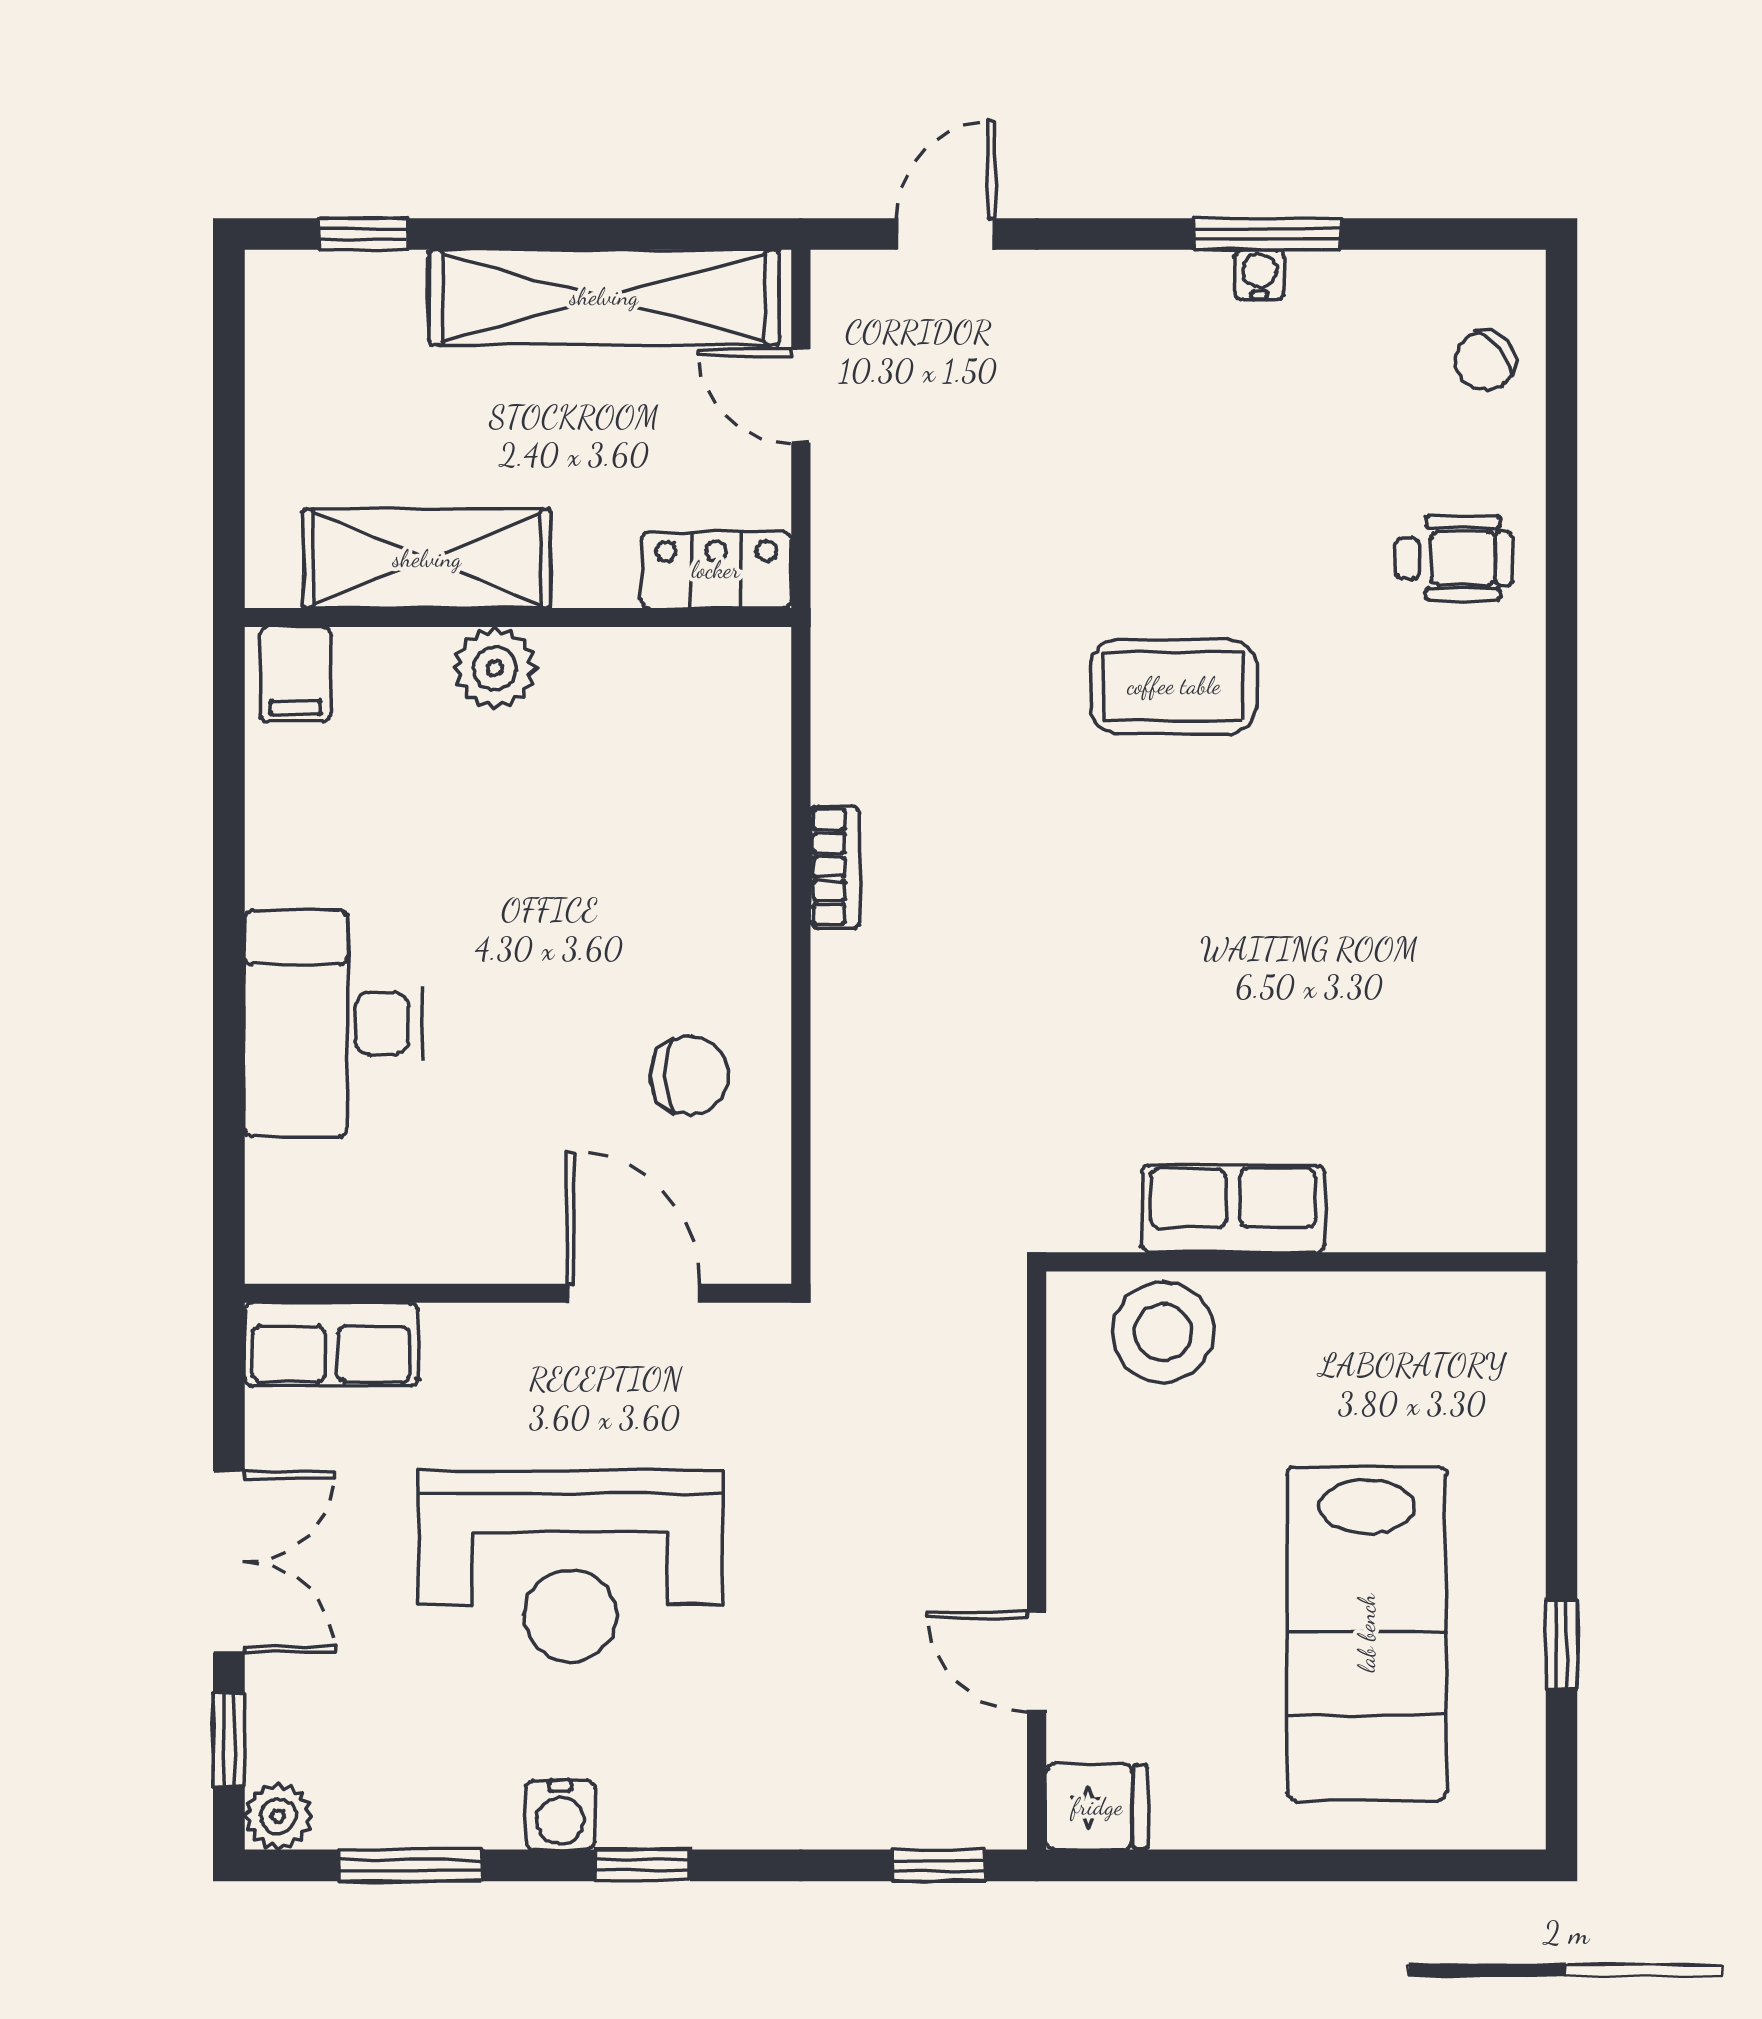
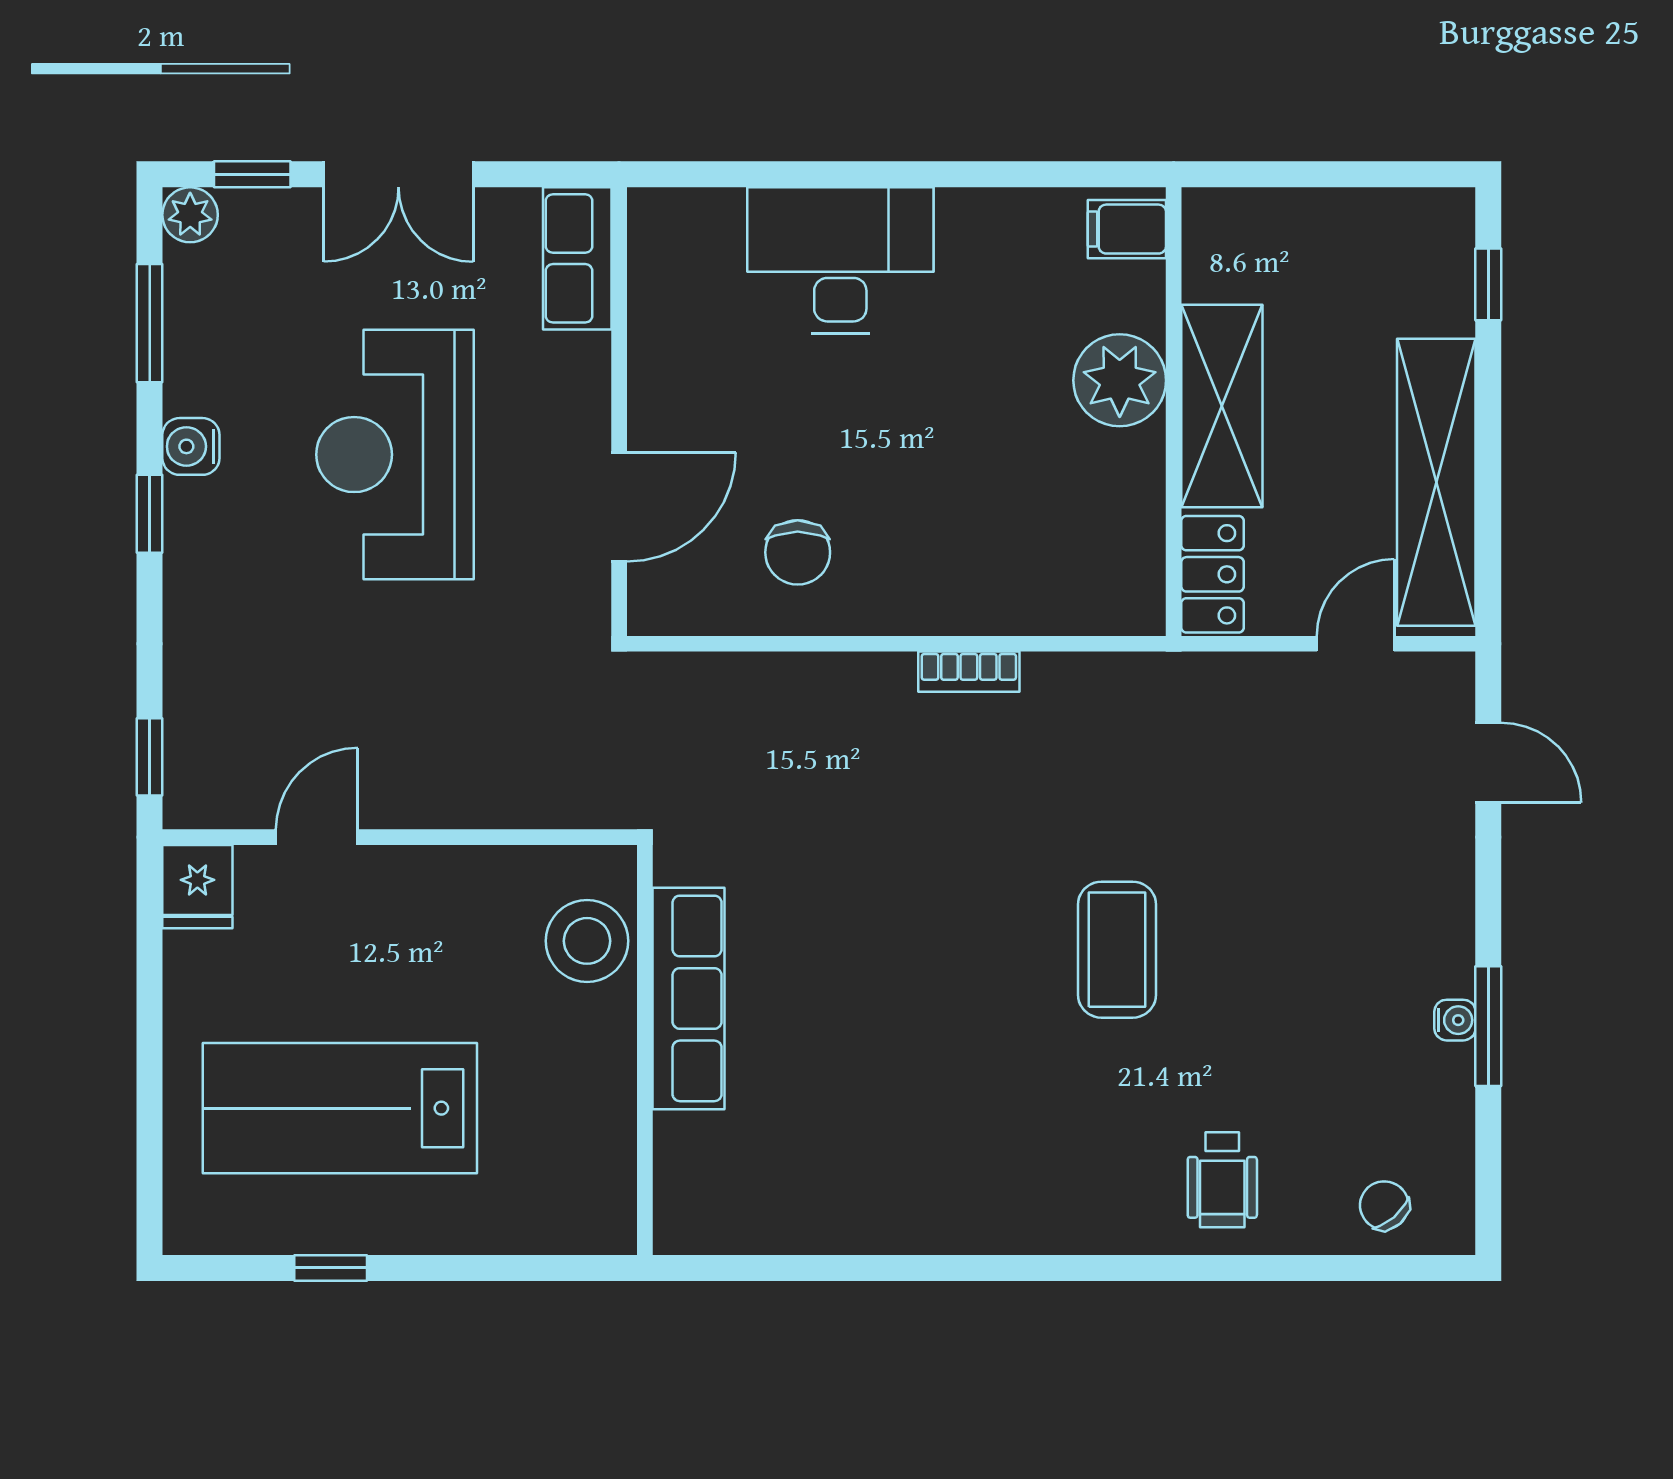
shelving: (427, 559) -> (1222, 406), moved
plant: (495, 668) -> (1120, 380), width x1.36, depth x1.36
row of seats: (1233, 1209) -> (688, 998), width x1.48

